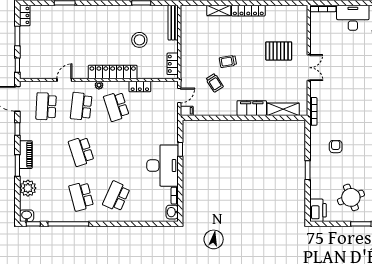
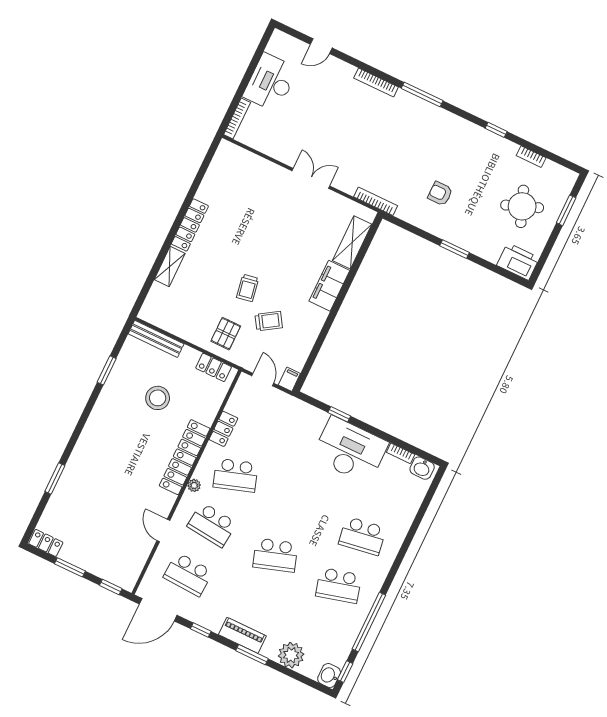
pallet: (279, 51) -> (226, 334), moved, width x0.67, depth x0.71
school desk: (116, 196) -> (362, 536), turned -33

